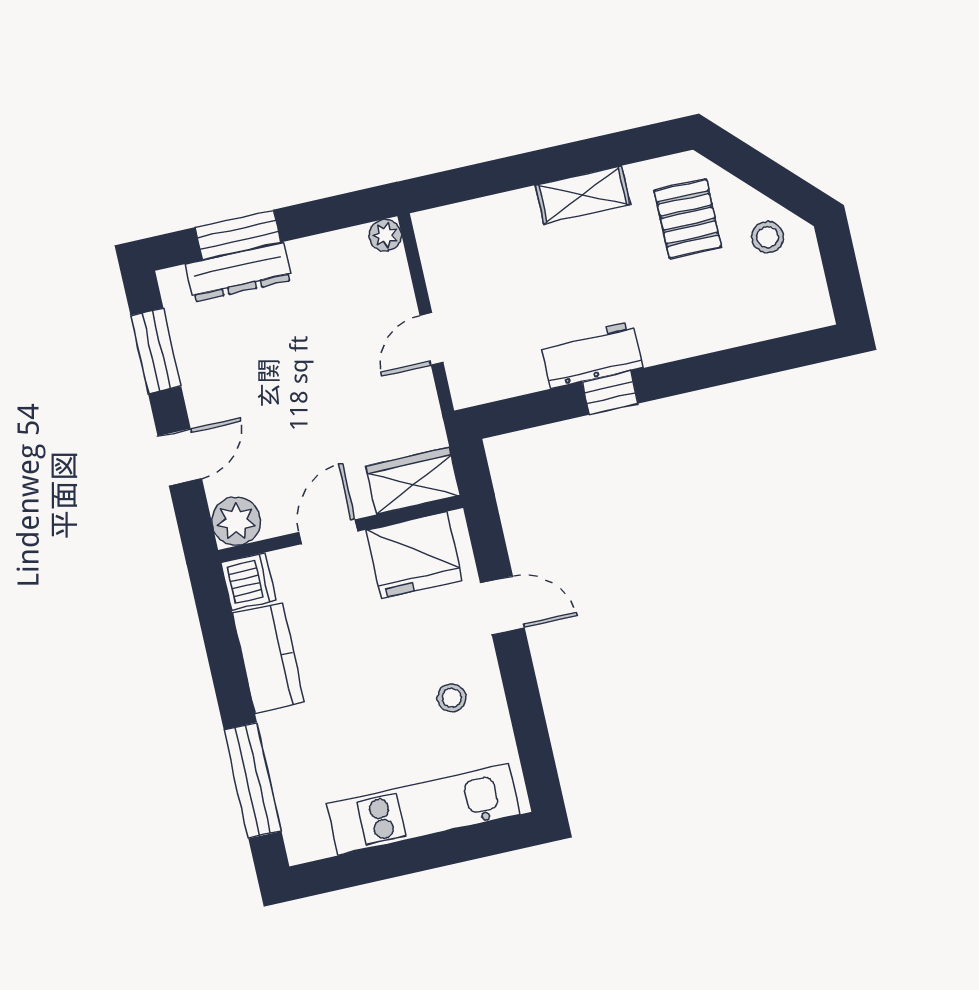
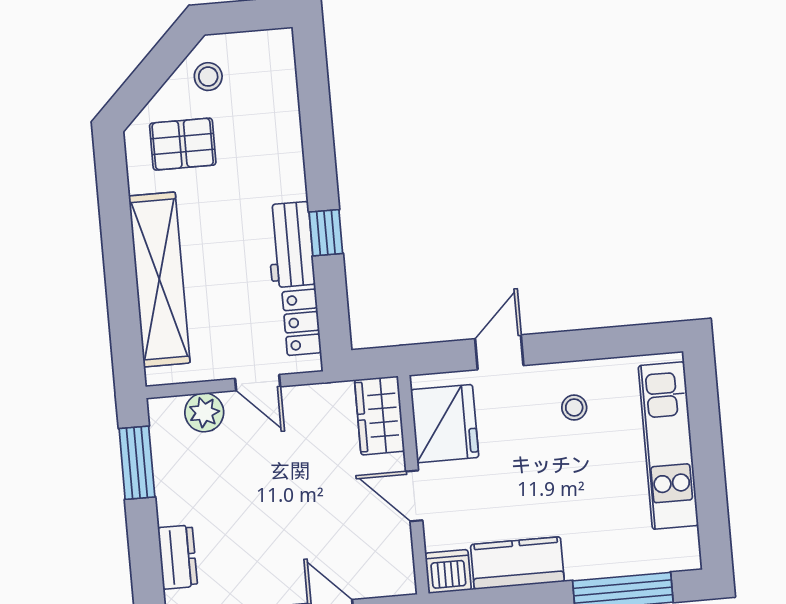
shelving: (583, 195) -> (159, 279), width x2.20, depth x1.33
window: (238, 235) -> (137, 463), moved
plant: (385, 235) -> (204, 412), moved, width x1.38, depth x1.38
dresser: (239, 272) -> (178, 557), width x0.70
locker: (506, 379) -> (302, 322), added
plant: (236, 521) -> (394, 575), removed

